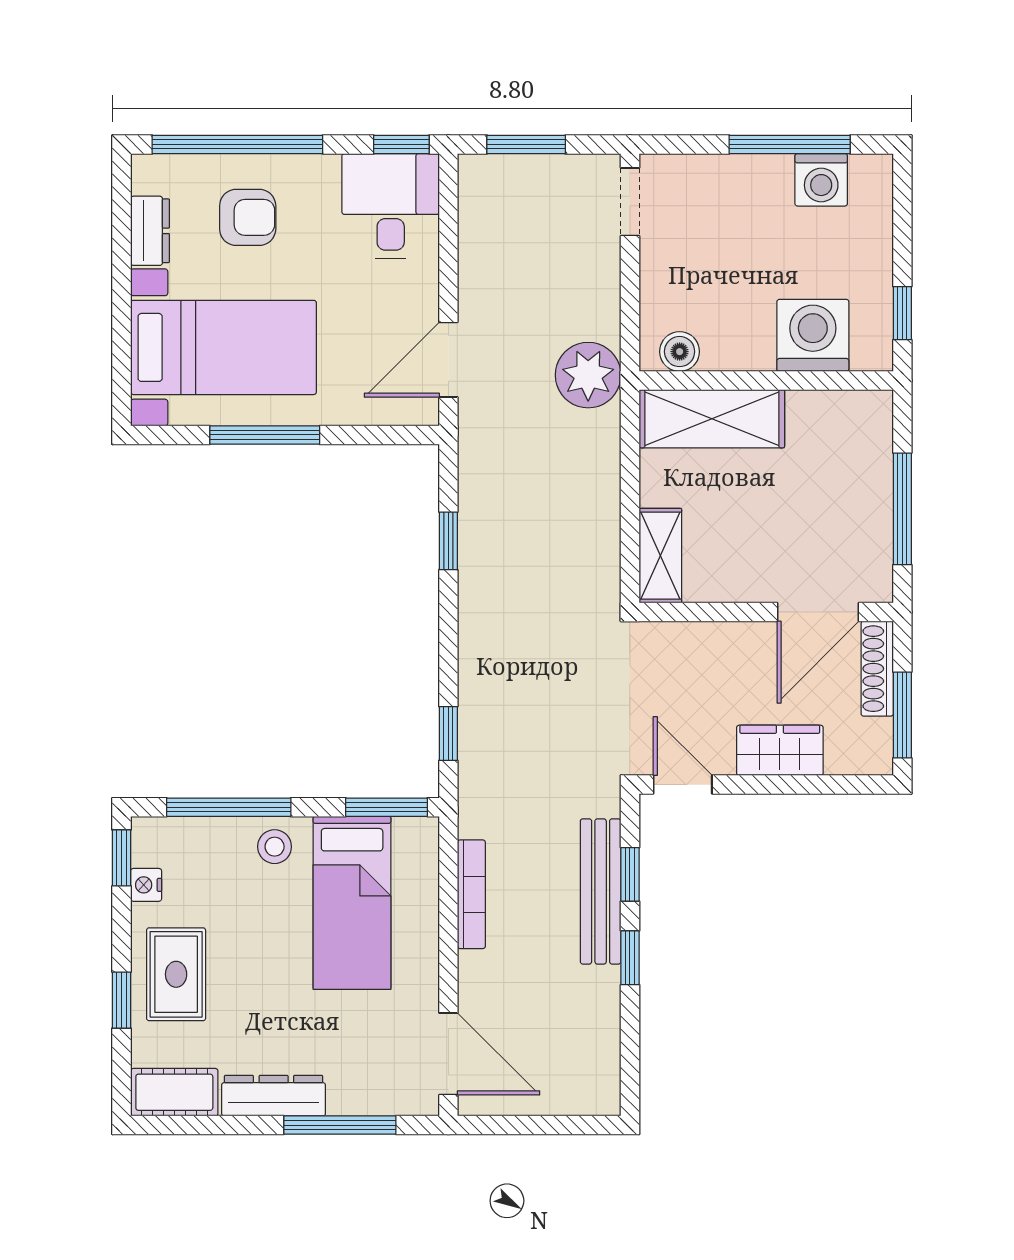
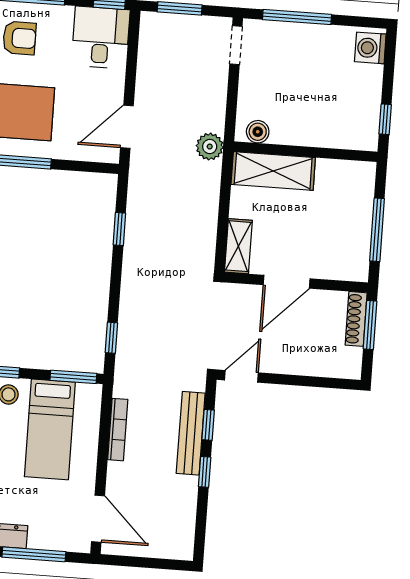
window: (790, 144) -> (297, 17), moved
washing machine: (821, 180) -> (370, 48), moved, turned 90
washing machine: (813, 335) -> (334, 128), removed
plant: (588, 375) -> (210, 147), width x0.73, depth x0.73
door: (818, 612) -> (287, 282), moved
window: (902, 715) -> (370, 325), moved
wardrobe: (780, 750) -> (298, 361), removed
door: (683, 785) -> (241, 376), hinge flipped

